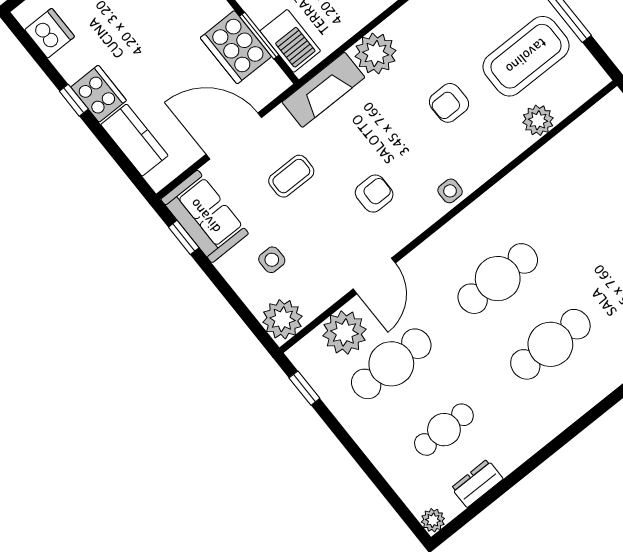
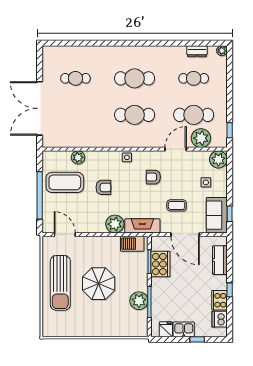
barbecue: (290, 41) -> (132, 244), moved, turned -90
cooker: (99, 94) -> (219, 300), moved

